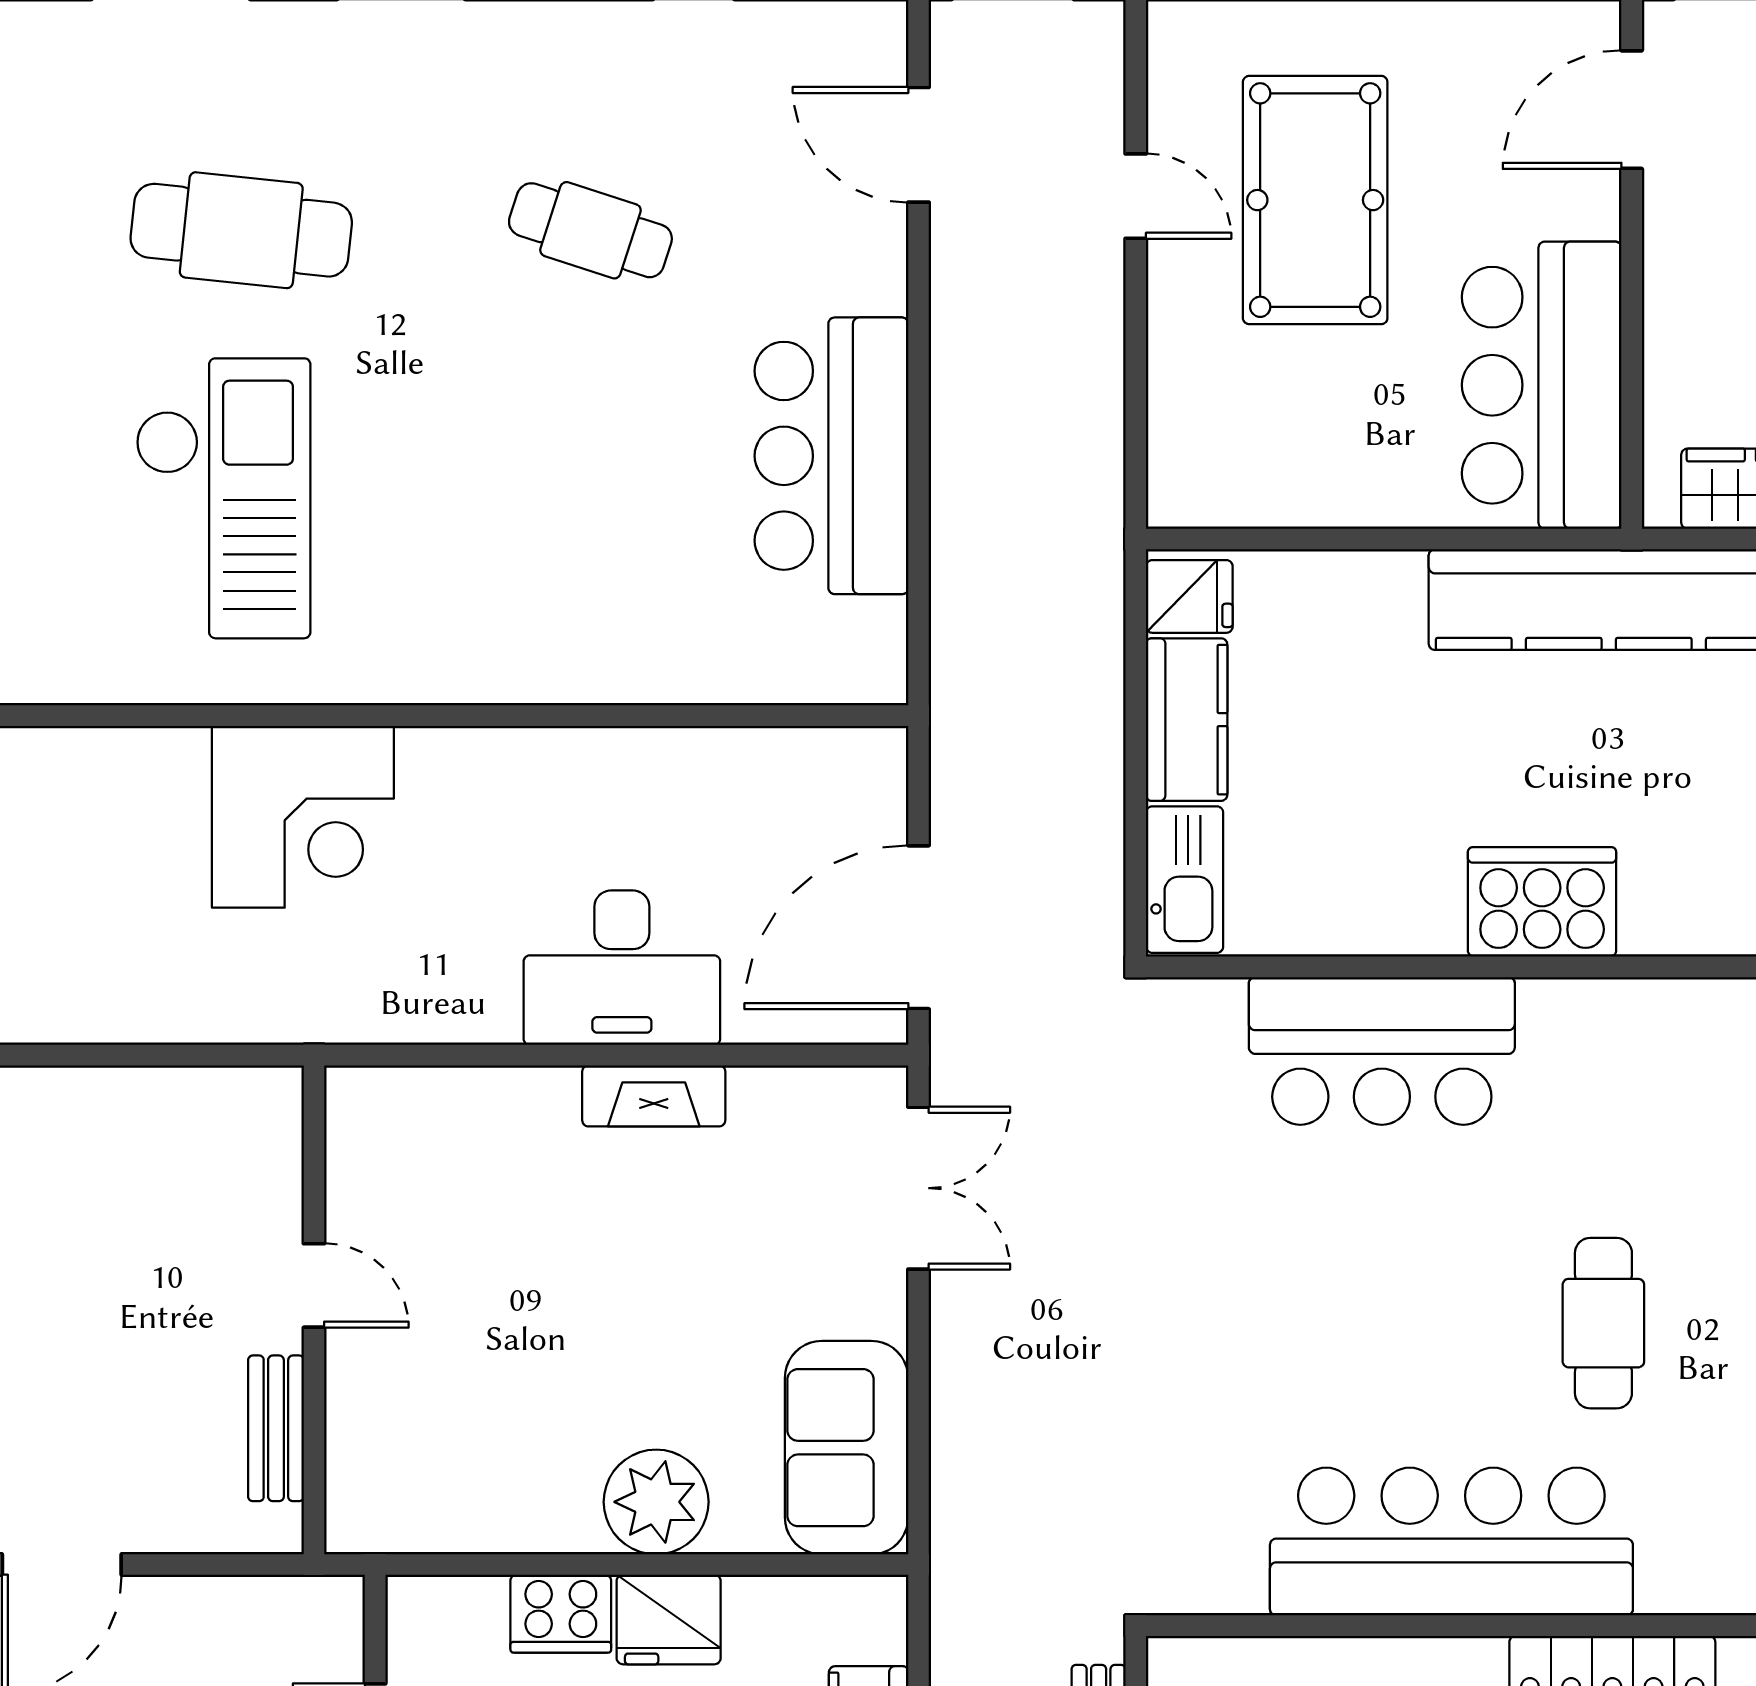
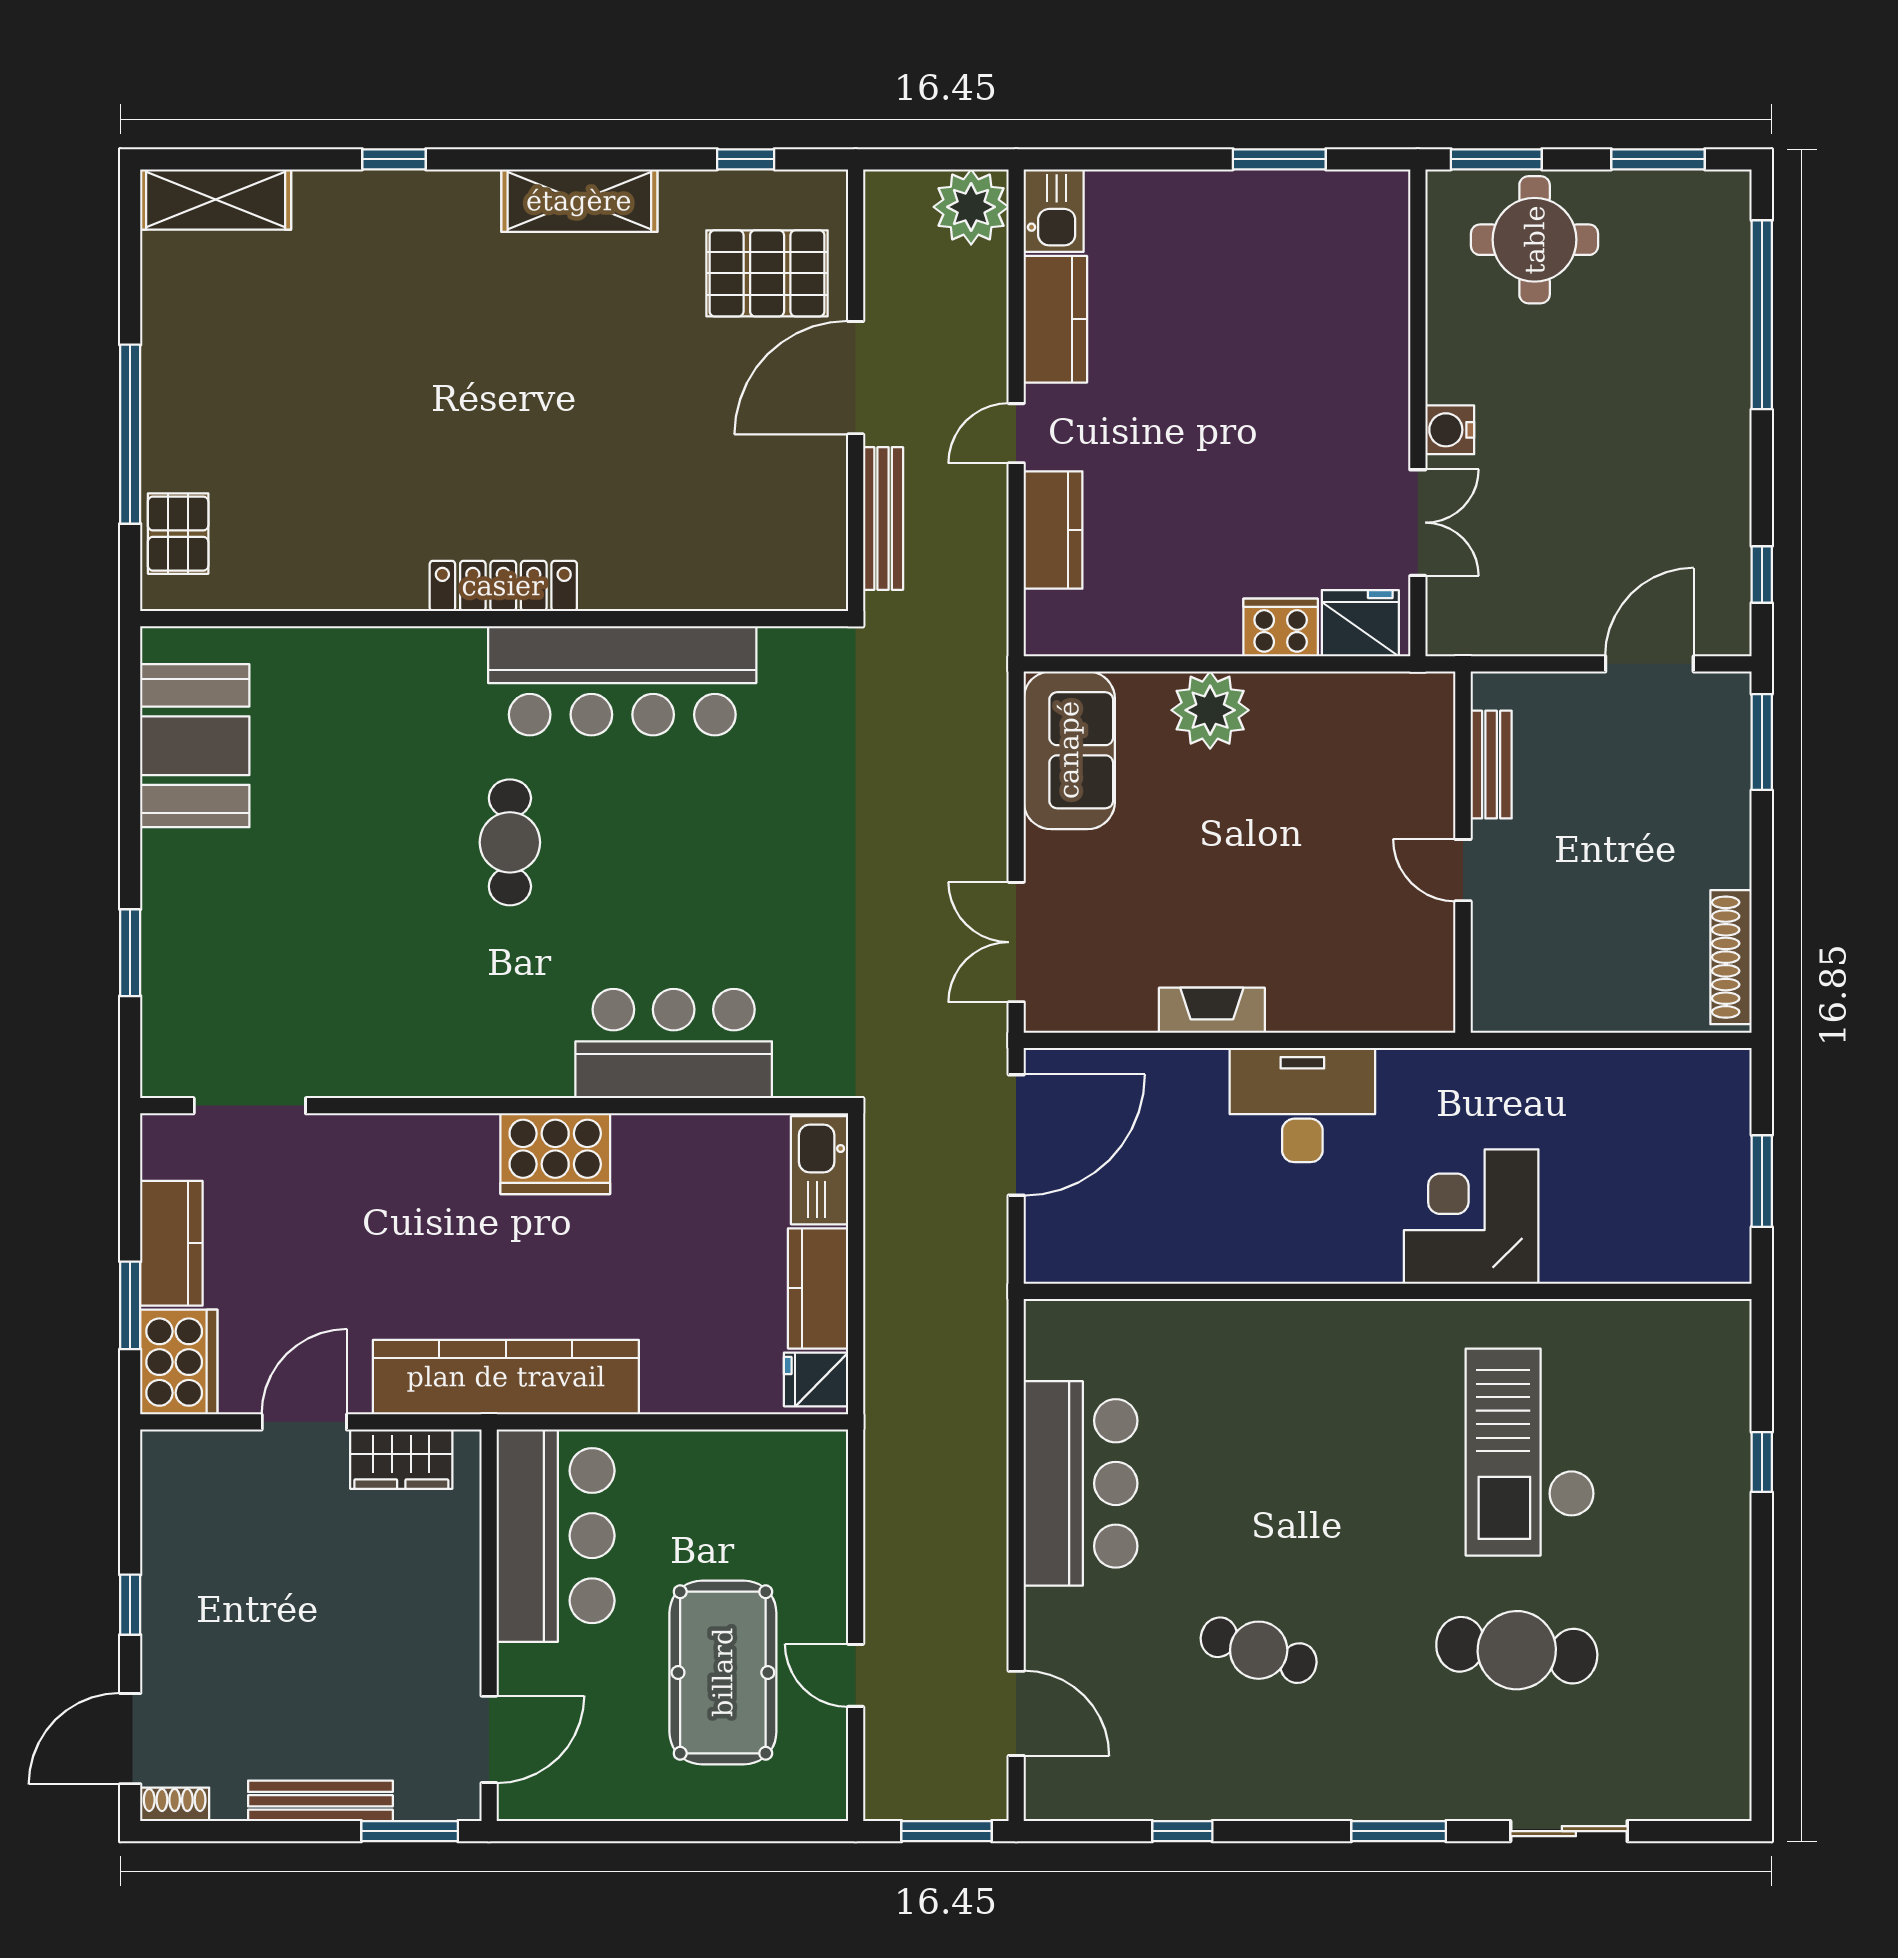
desk: (622, 968) -> (1302, 1105), moved
fridge: (669, 1620) -> (1360, 623), moved

